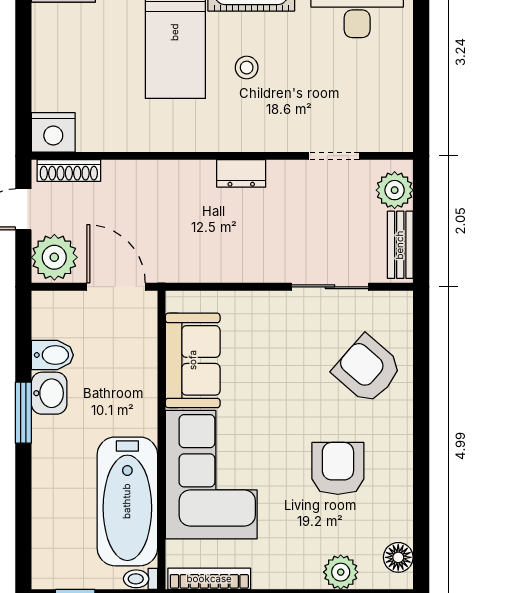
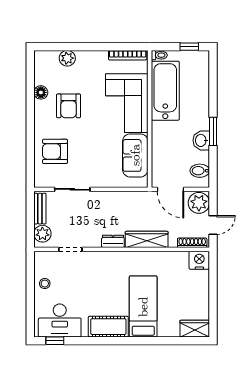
stool: (247, 68) -> (45, 284), moved
wardrobe: (168, 178) -> (147, 239), added
bidet: (52, 355) -> (200, 171), moved
armchair: (367, 369) -> (55, 151), turned 139
floor lamp: (398, 557) -> (41, 92), moved

